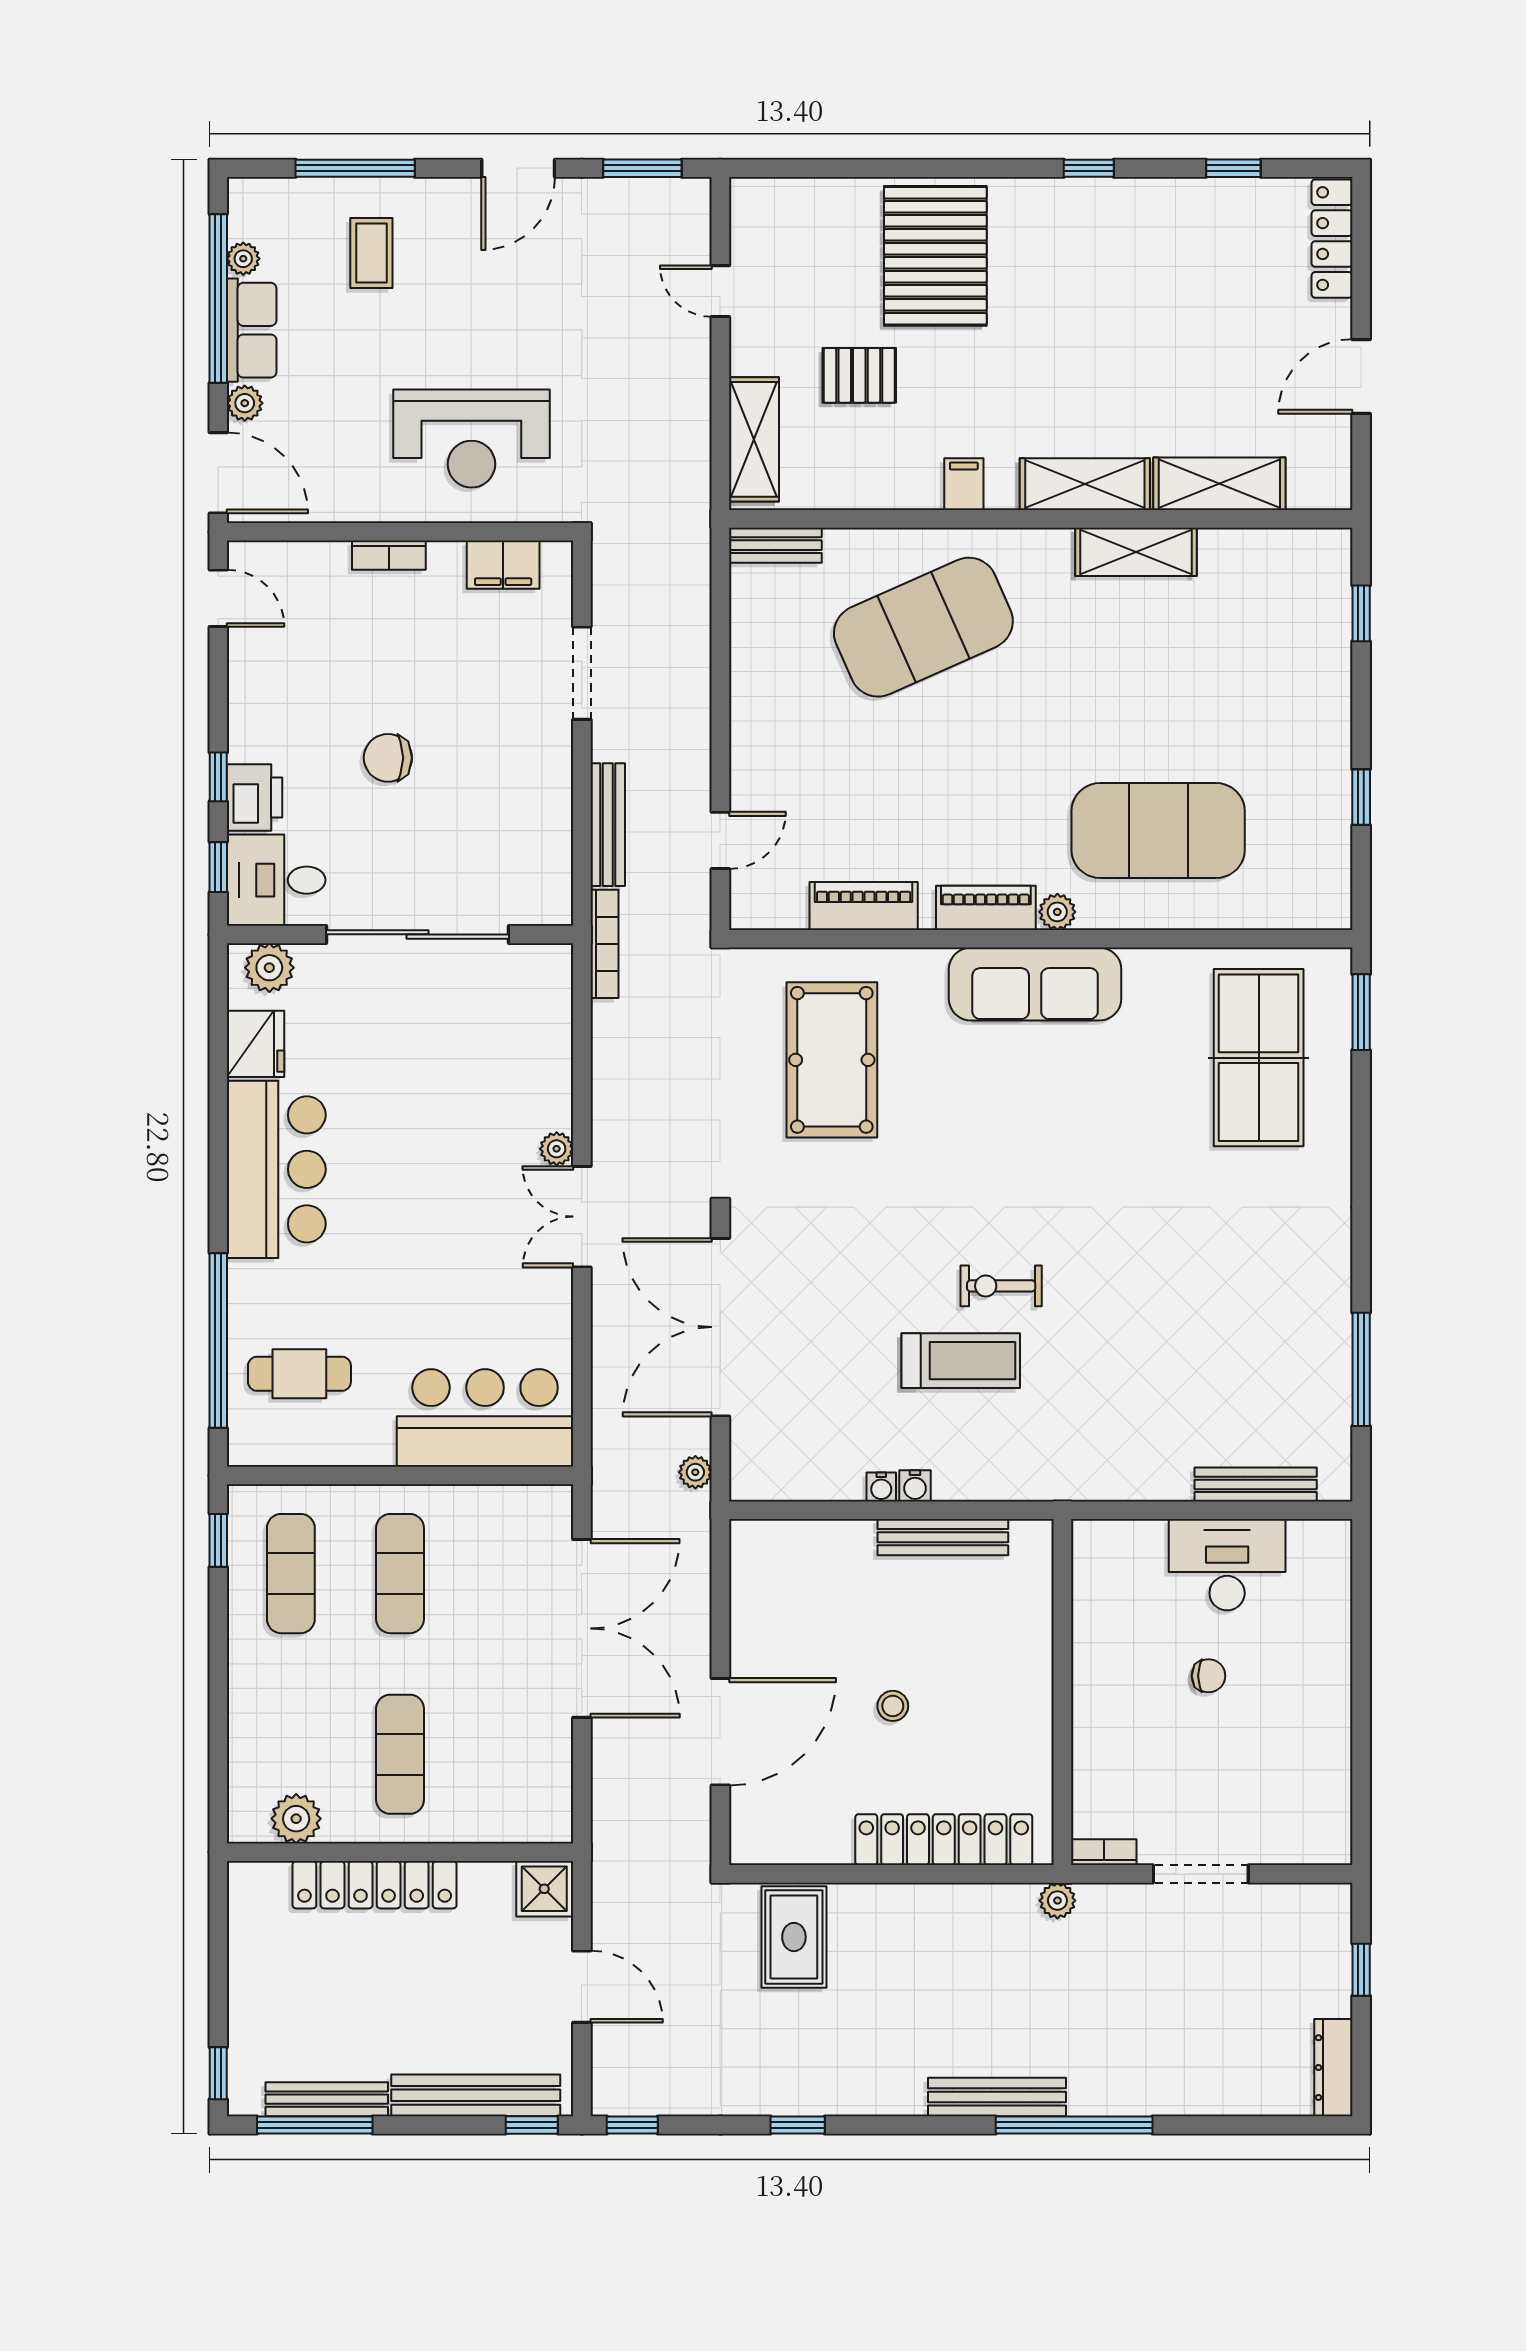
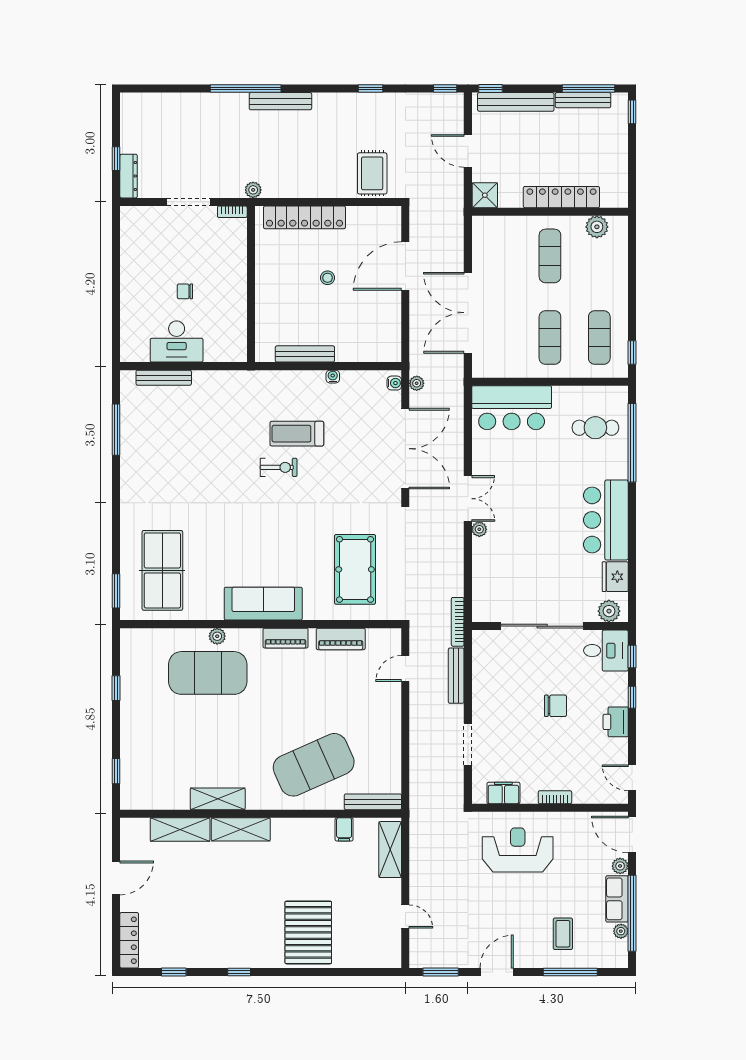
pallet: (859, 375) -> (343, 878), removed
filing cabinet: (964, 484) -> (344, 829), moved
bench: (775, 545) -> (373, 802), width x1.36
printer: (255, 798) -> (616, 722), moved
plant: (1057, 912) -> (217, 636), moved
water cooler: (915, 1486) -> (394, 383), moved, turned 90
dresser: (1333, 2068) -> (129, 176), moved

